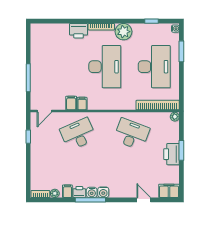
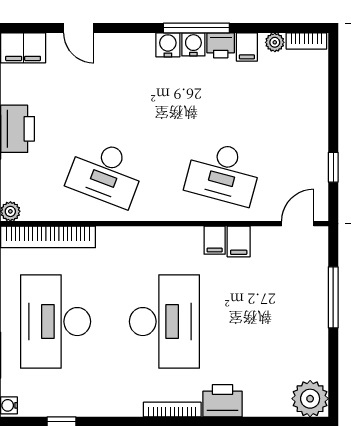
plant: (124, 32) -> (310, 399), moved
desk: (105, 67) -> (164, 322), turned 180
desk: (78, 134) -> (223, 173), turned 39

